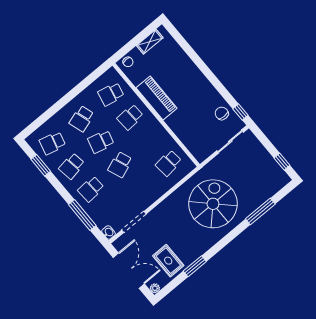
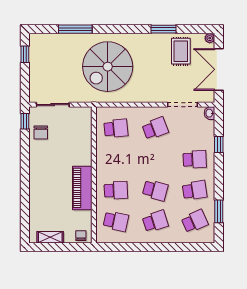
school desk: (52, 143) -> (195, 221), turned -39
school desk: (120, 165) -> (155, 128), moved
window: (82, 215) -> (219, 144), width x0.46

